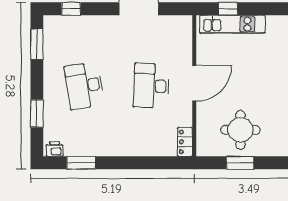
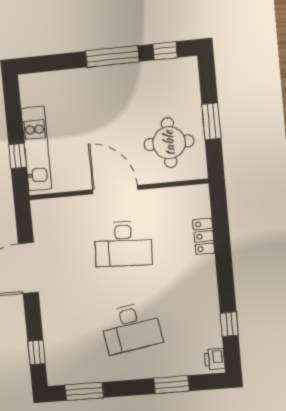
round table: (240, 130) -> (169, 143), moved
locker: (185, 142) -> (204, 236), moved, turned 90
window: (81, 163) -> (229, 324), width x0.67

